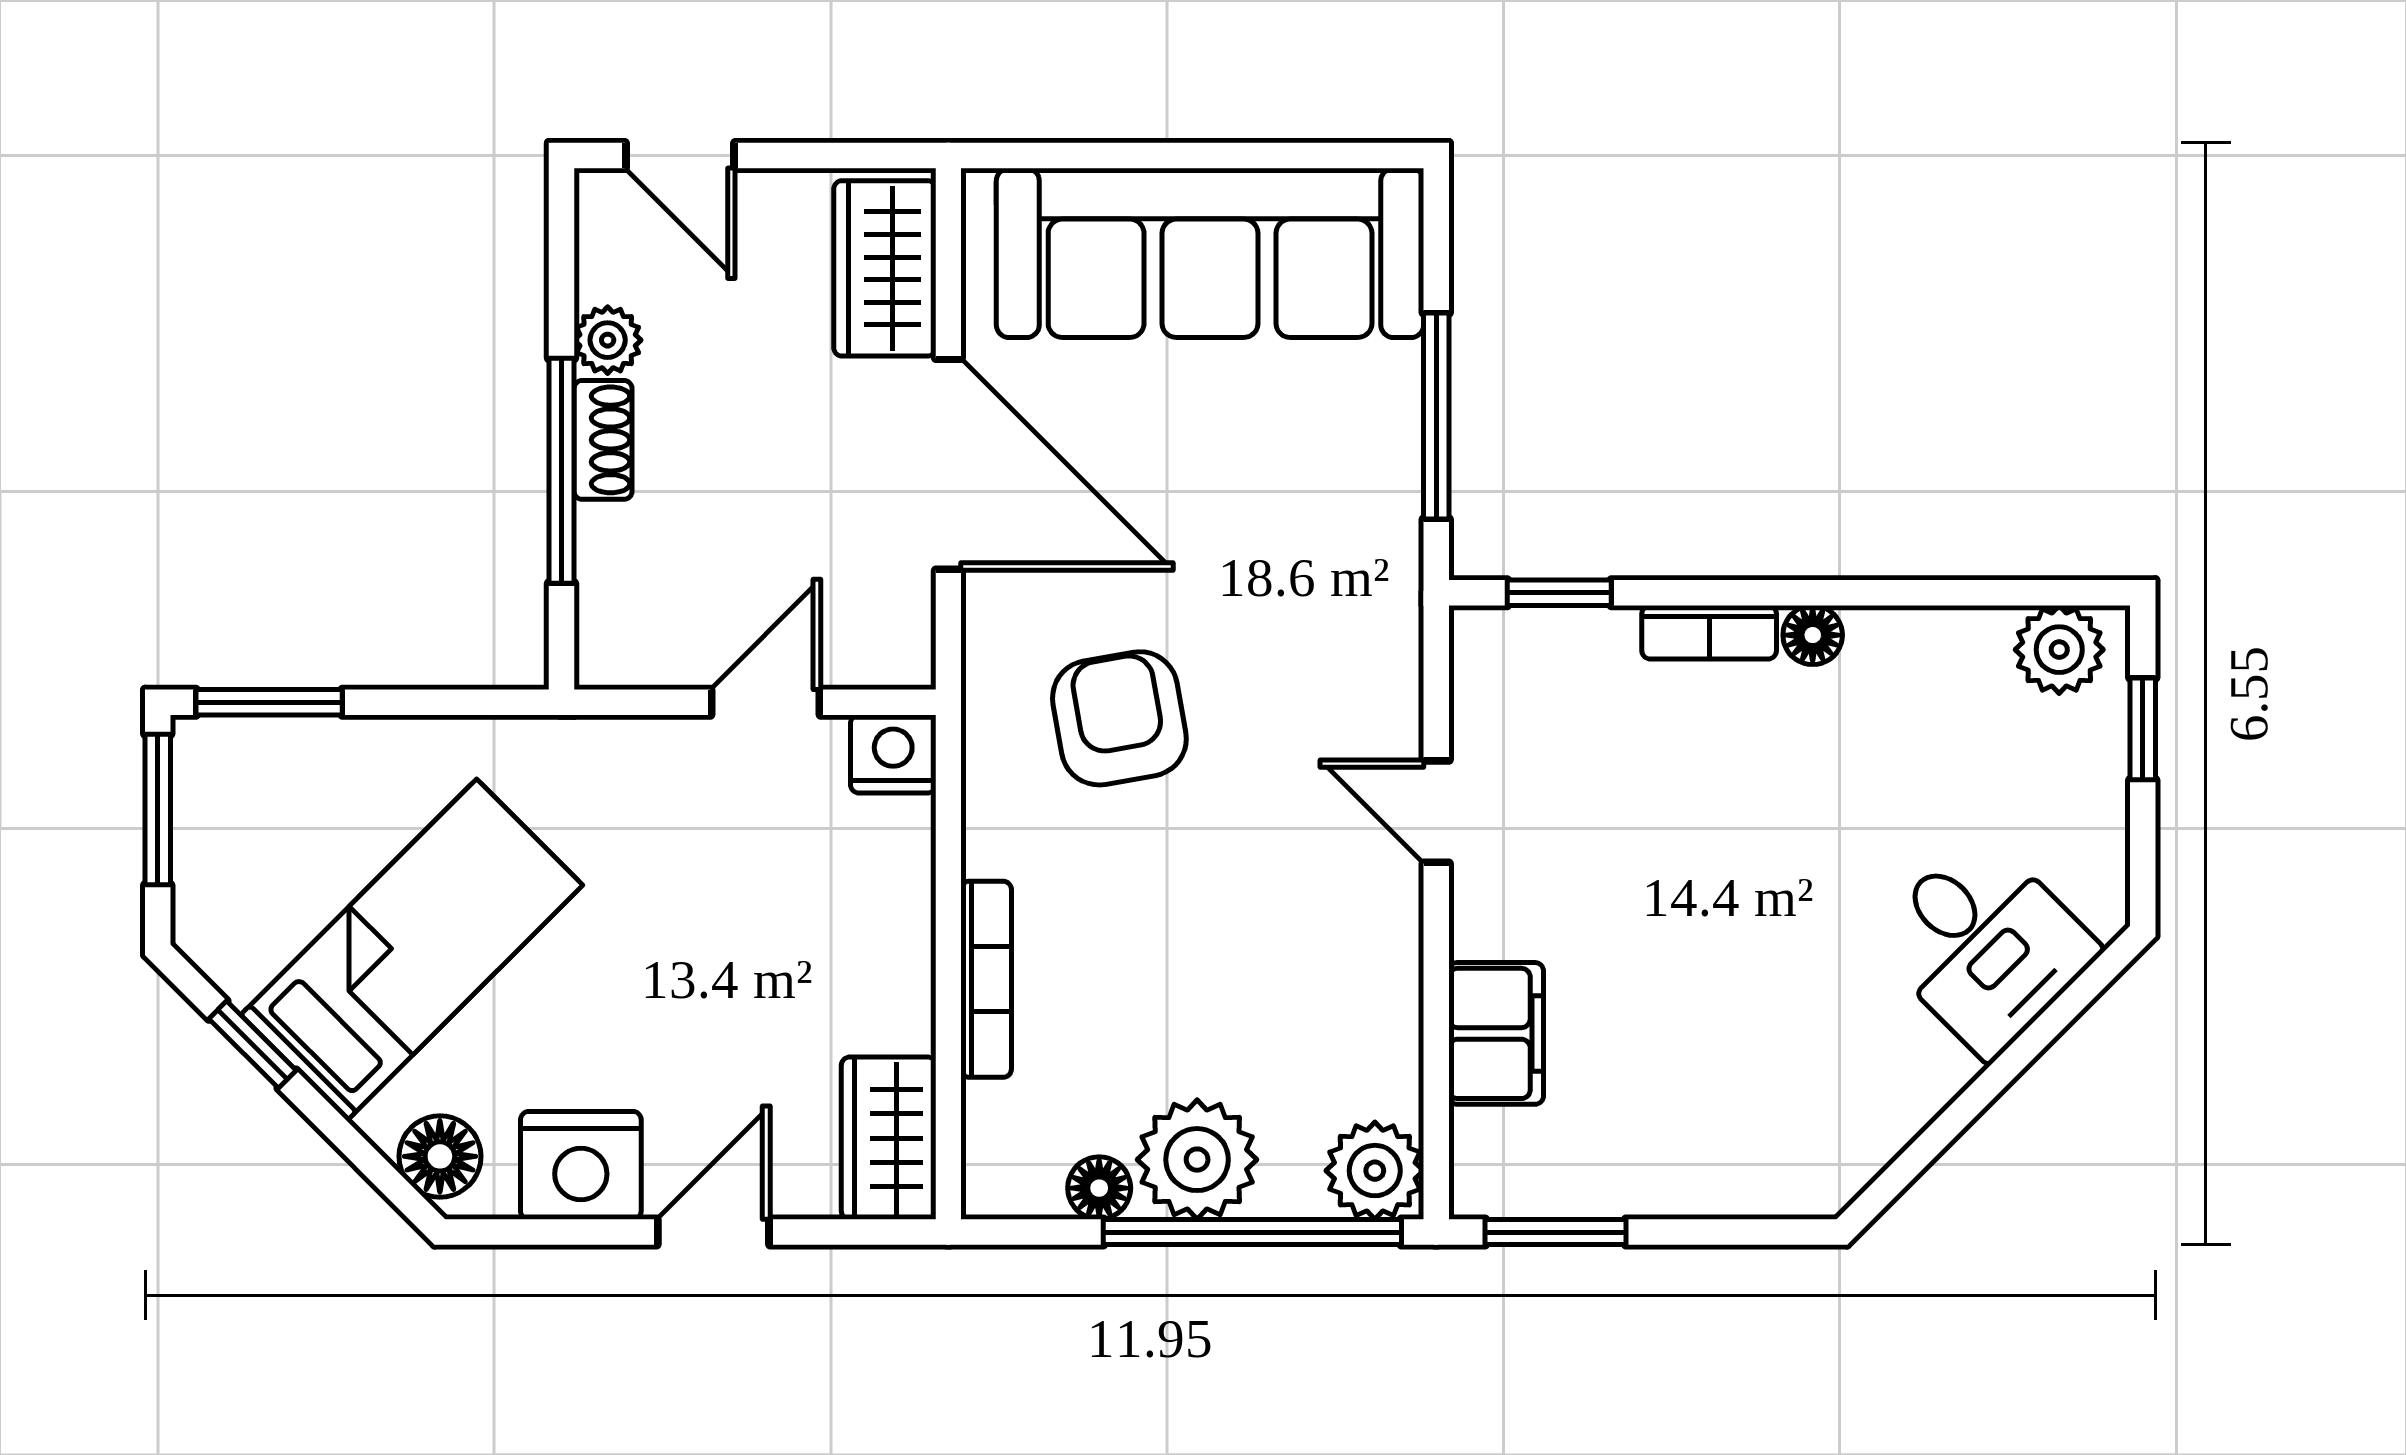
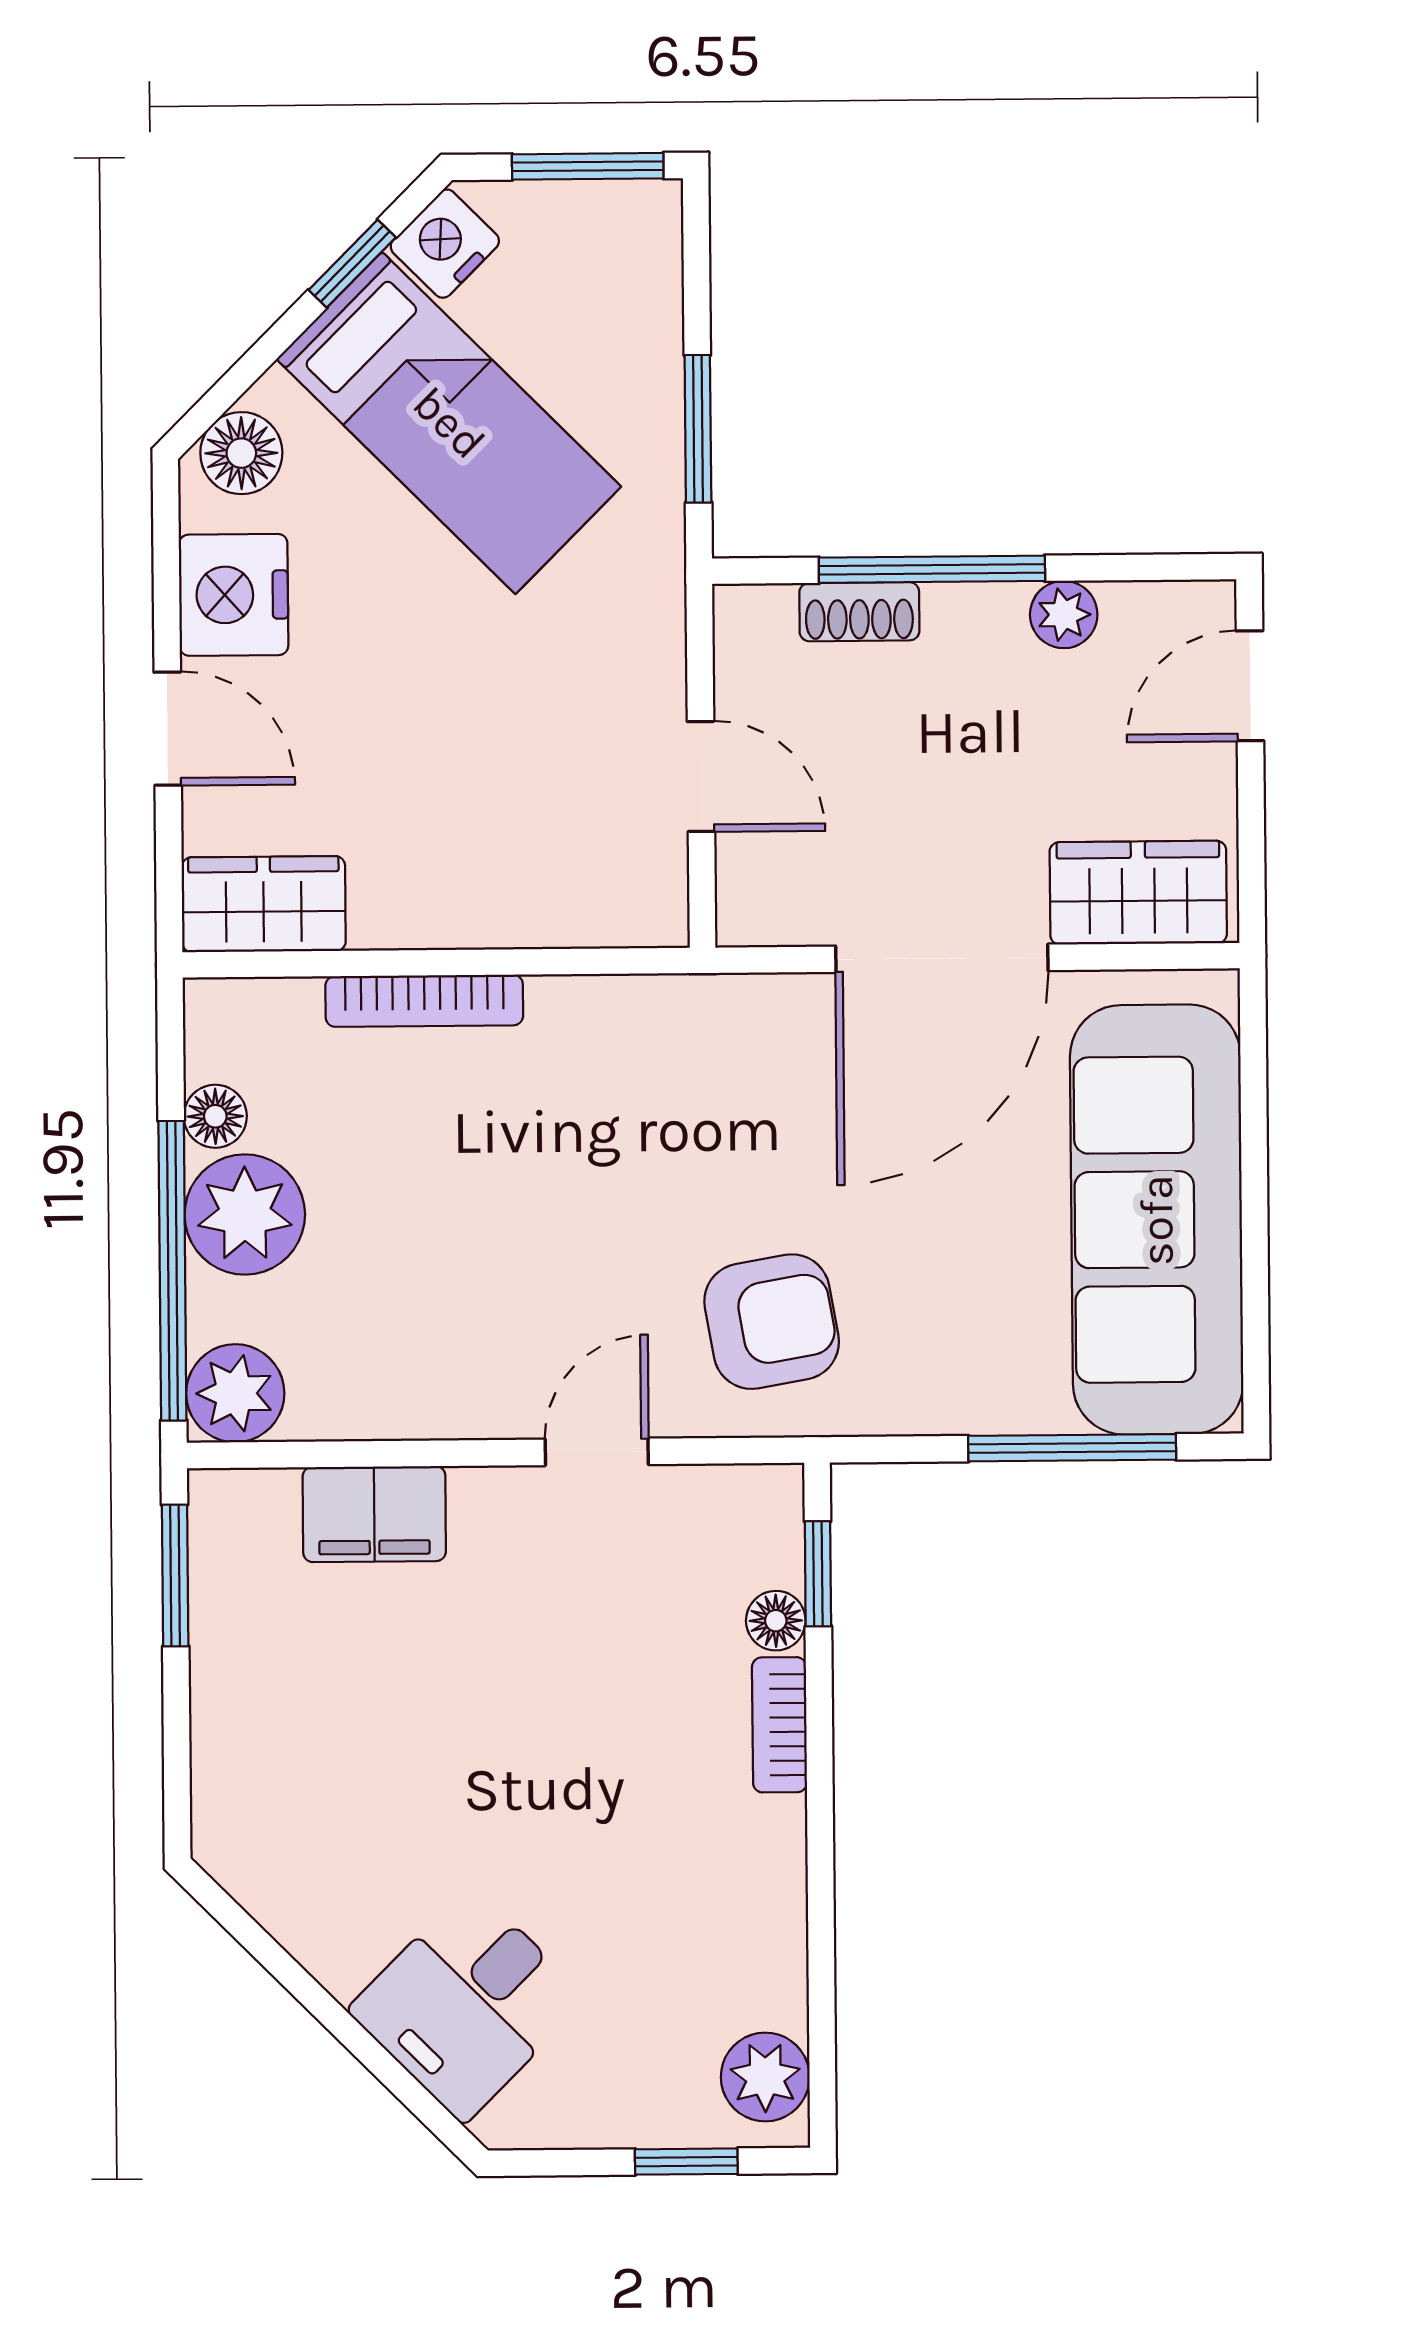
window: (1436, 416) -> (1072, 1448), moved
shoe rack: (603, 440) -> (859, 612), moved
floor lamp: (1813, 635) -> (776, 1621), moved
window: (269, 702) -> (698, 429), moved
armchair: (1119, 718) -> (772, 1322), moved
nightstand: (893, 754) -> (445, 244), moved, turned -135

